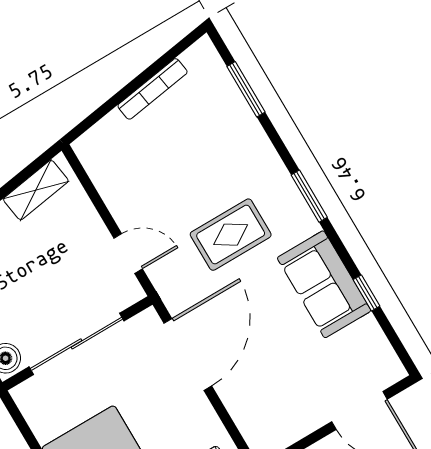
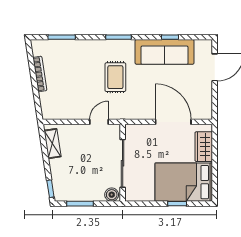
sofa: (324, 284) -> (165, 52), width x1.36
door: (188, 354) -> (173, 122), moved

